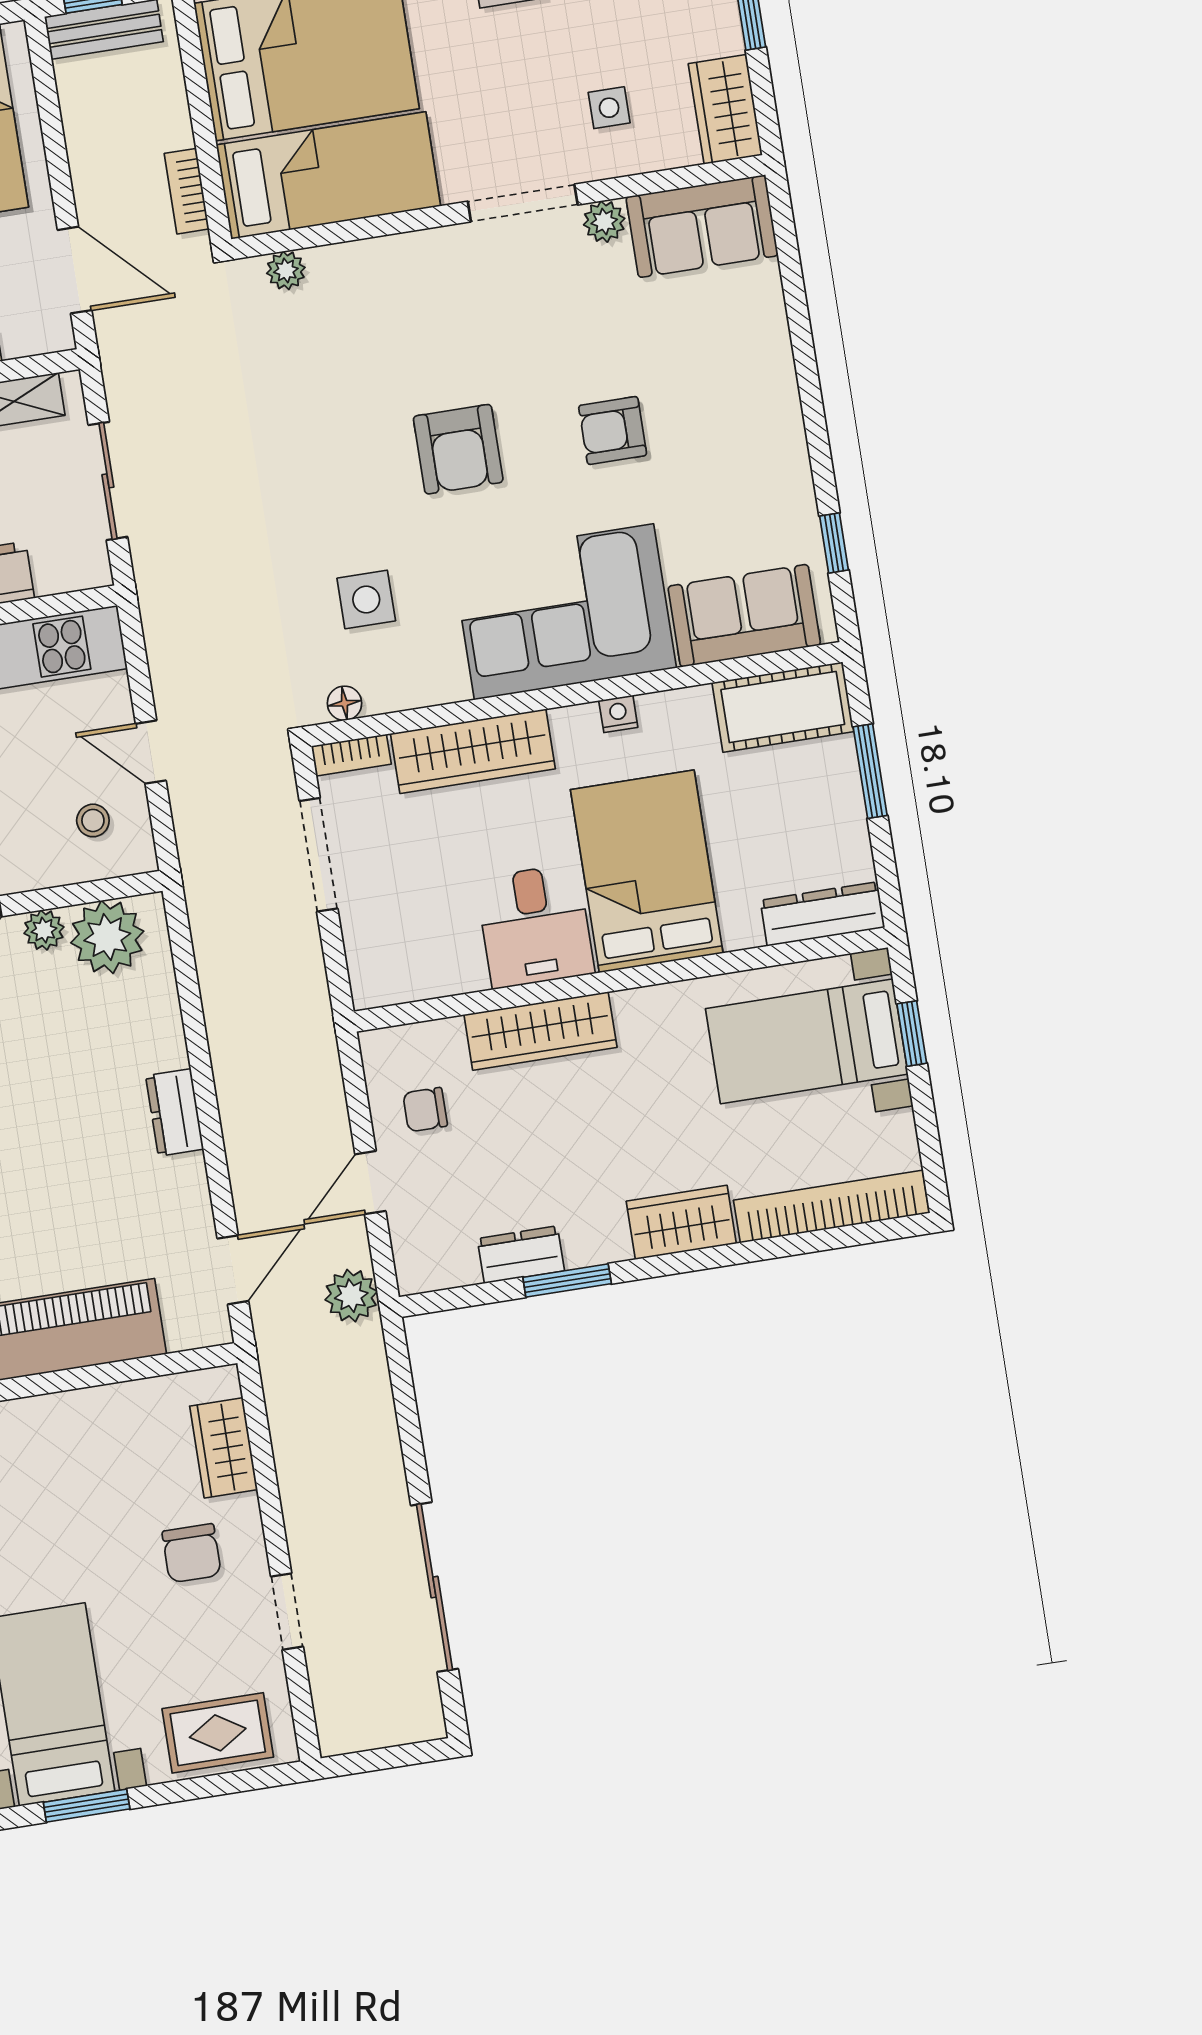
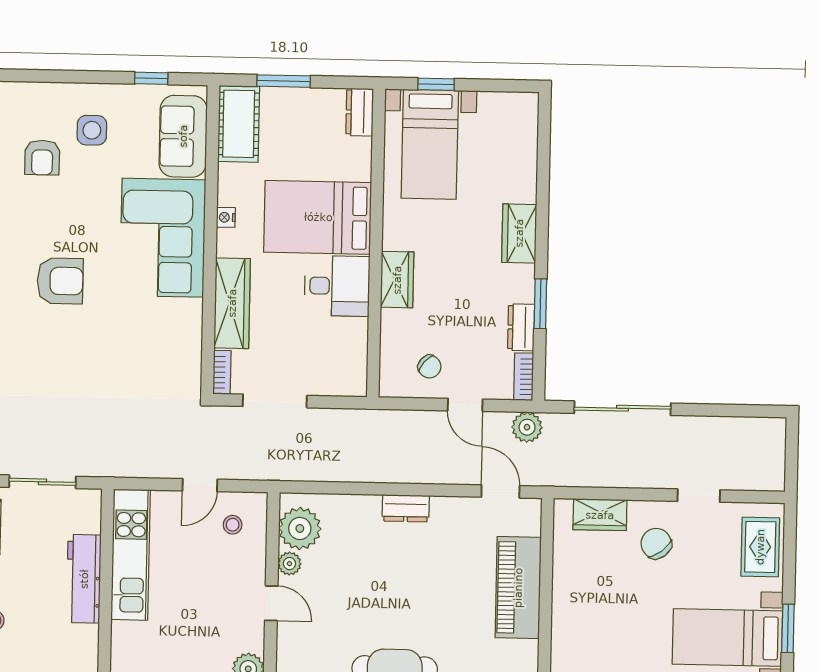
armchair: (613, 431) -> (42, 157), moved
side table: (366, 600) -> (92, 130), moved
floor lamp: (344, 703) -> (192, 371), removed
dresser: (822, 914) -> (360, 112), width x0.70
wardrobe: (540, 1031) -> (397, 280), width x0.67
chair: (425, 1110) -> (430, 367), turned -49
bookcase: (831, 1207) -> (524, 377), moved, width x0.43, depth x0.76
chair: (192, 1553) -> (656, 543), turned -128
sliding door: (434, 1587) -> (623, 408), moved

